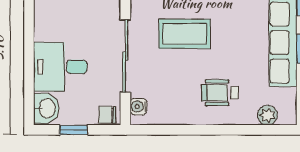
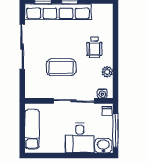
coffee table: (185, 34) -> (61, 67), turned 90
plant: (267, 115) -> (107, 72), moved
window: (74, 130) -> (115, 130), width x2.17

